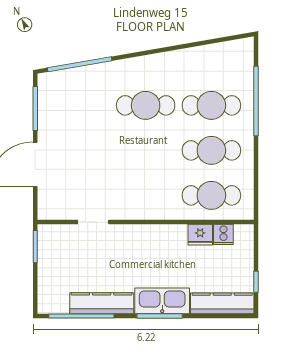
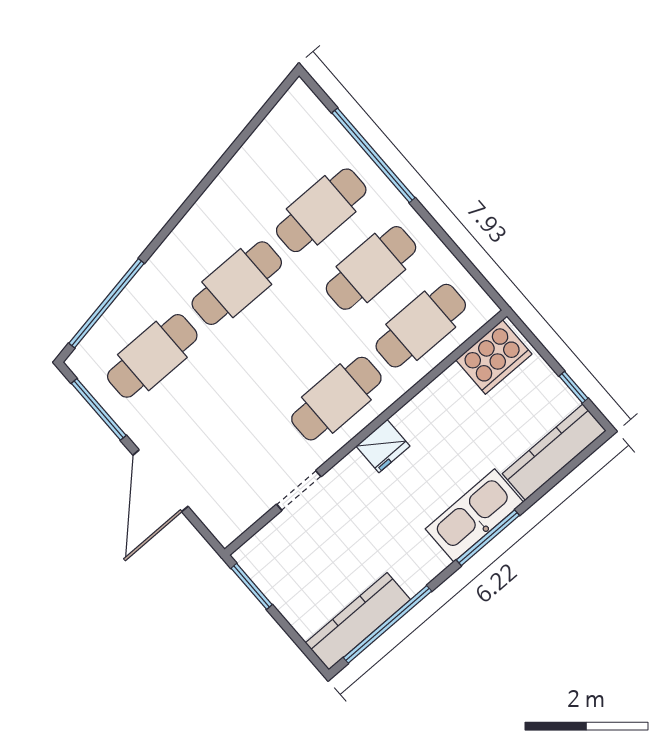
cafe table: (80, 105) -> (152, 356), added
cafe table: (146, 195) -> (336, 399), added
cooker: (223, 234) -> (494, 357), width x1.87, depth x1.31
fridge: (200, 235) -> (383, 446), moved
kitchen counter: (102, 303) -> (358, 621), moved

